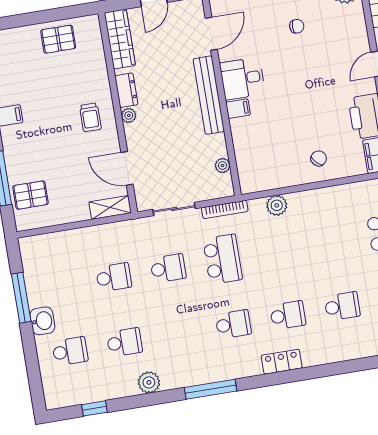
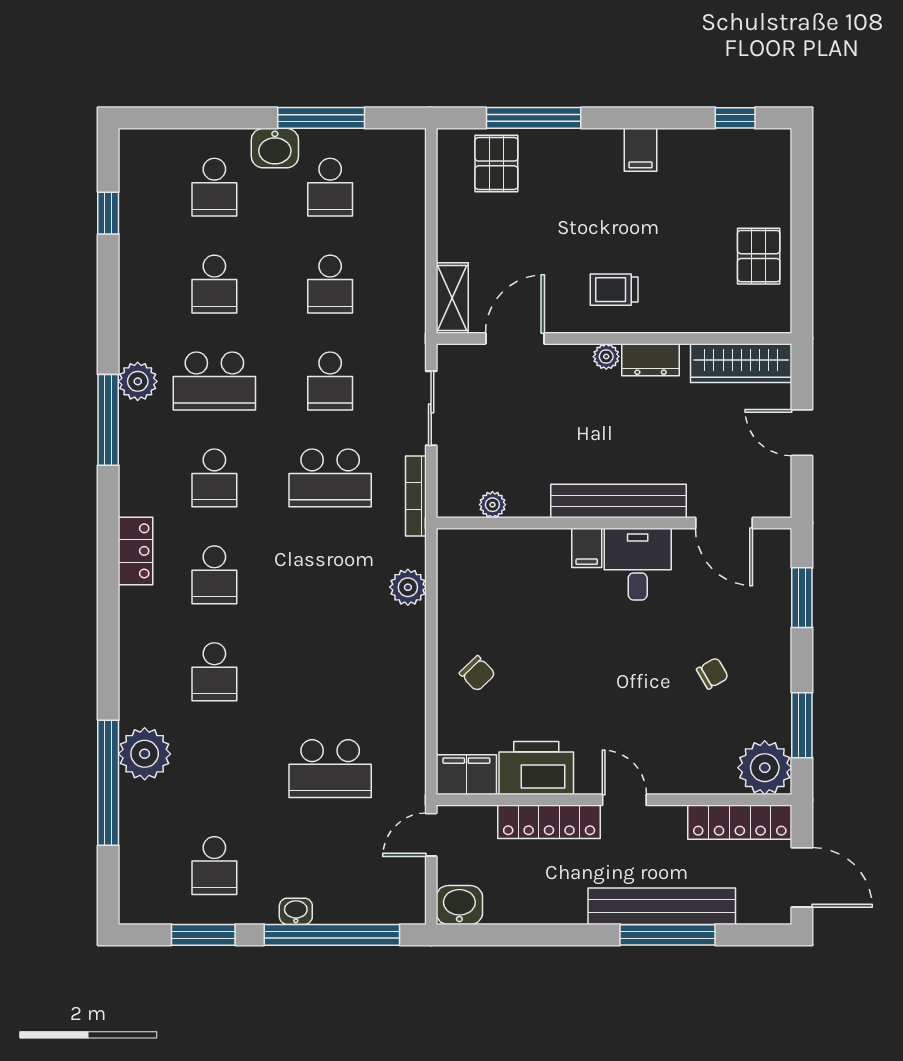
chair: (297, 26) -> (712, 673), turned -120
school desk: (59, 286) -> (330, 187), added
school desk: (179, 333) -> (214, 381), added
plant: (149, 382) -> (138, 381), moved

